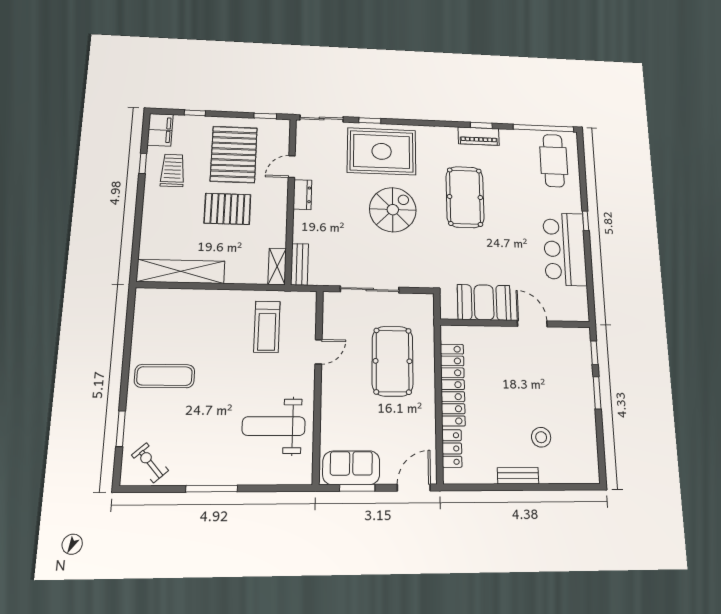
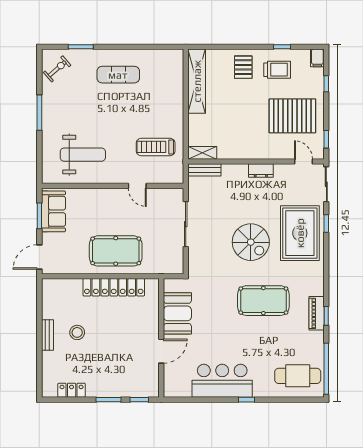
filing cabinet: (160, 130) -> (317, 58), width x0.50
door: (292, 167) -> (304, 161), moved
pallet: (227, 209) -> (243, 67), moved, width x0.67, depth x0.71
pool table: (393, 361) -> (116, 251), moved
exercise mat: (164, 376) -> (118, 75), turned 90
weight bench: (274, 426) -> (83, 155), turned 90
stool: (541, 437) -> (77, 332), moved
locker: (452, 448) -> (72, 390), moved, turned 180
door: (414, 488) -> (39, 257), swing flipped

